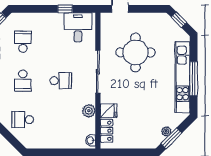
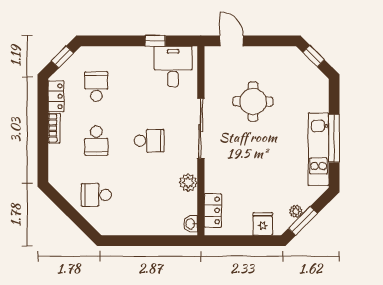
round table: (135, 52) -> (253, 102), width x0.73, depth x0.73
kitchen unit: (183, 77) -> (319, 149), width x0.73
fridge: (109, 111) -> (263, 224), moved, turned -90

